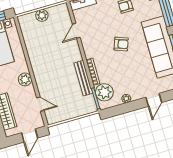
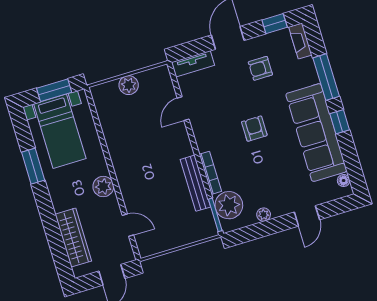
armchair: (121, 44) -> (254, 129), turned -110

